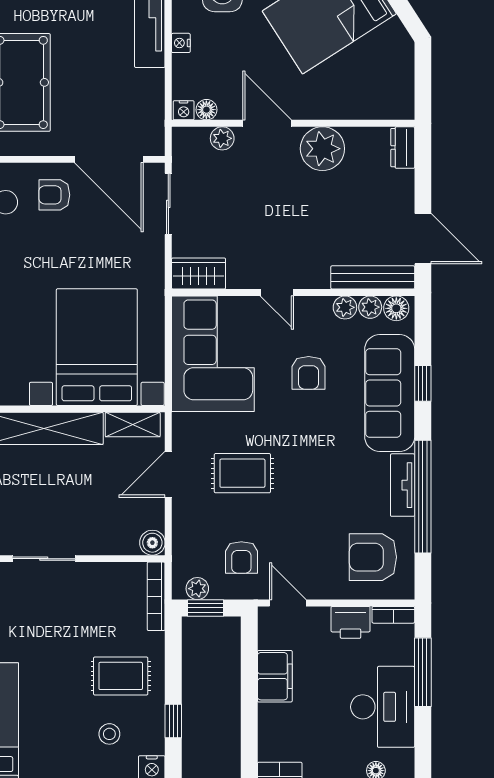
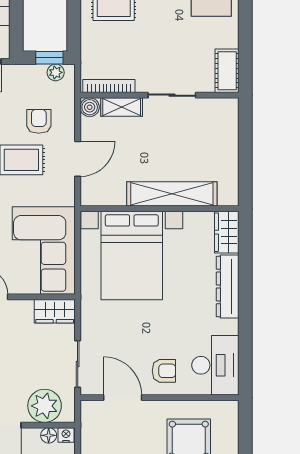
plant: (222, 138) -> (45, 406), width x1.87, depth x1.87
door: (109, 159) -> (123, 398), width x0.73
shelving: (133, 425) -> (122, 107), moved
armchair: (241, 557) -> (39, 121), moved
bookcase: (156, 596) -> (109, 86), moved, turned -90

